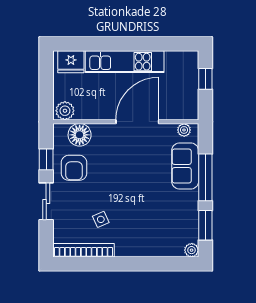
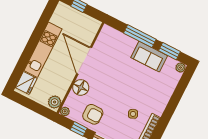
plant: (184, 130) -> (65, 111), moved
floor lamp: (80, 135) -> (81, 87), moved
sofa: (185, 166) -> (149, 57), moved

